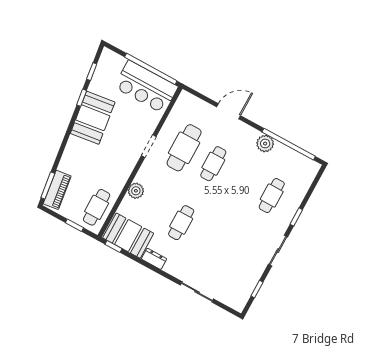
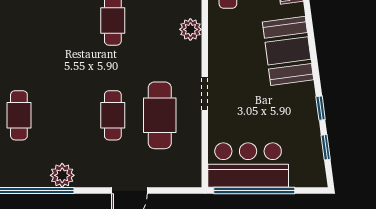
booth: (93, 118) -> (288, 51), moved

